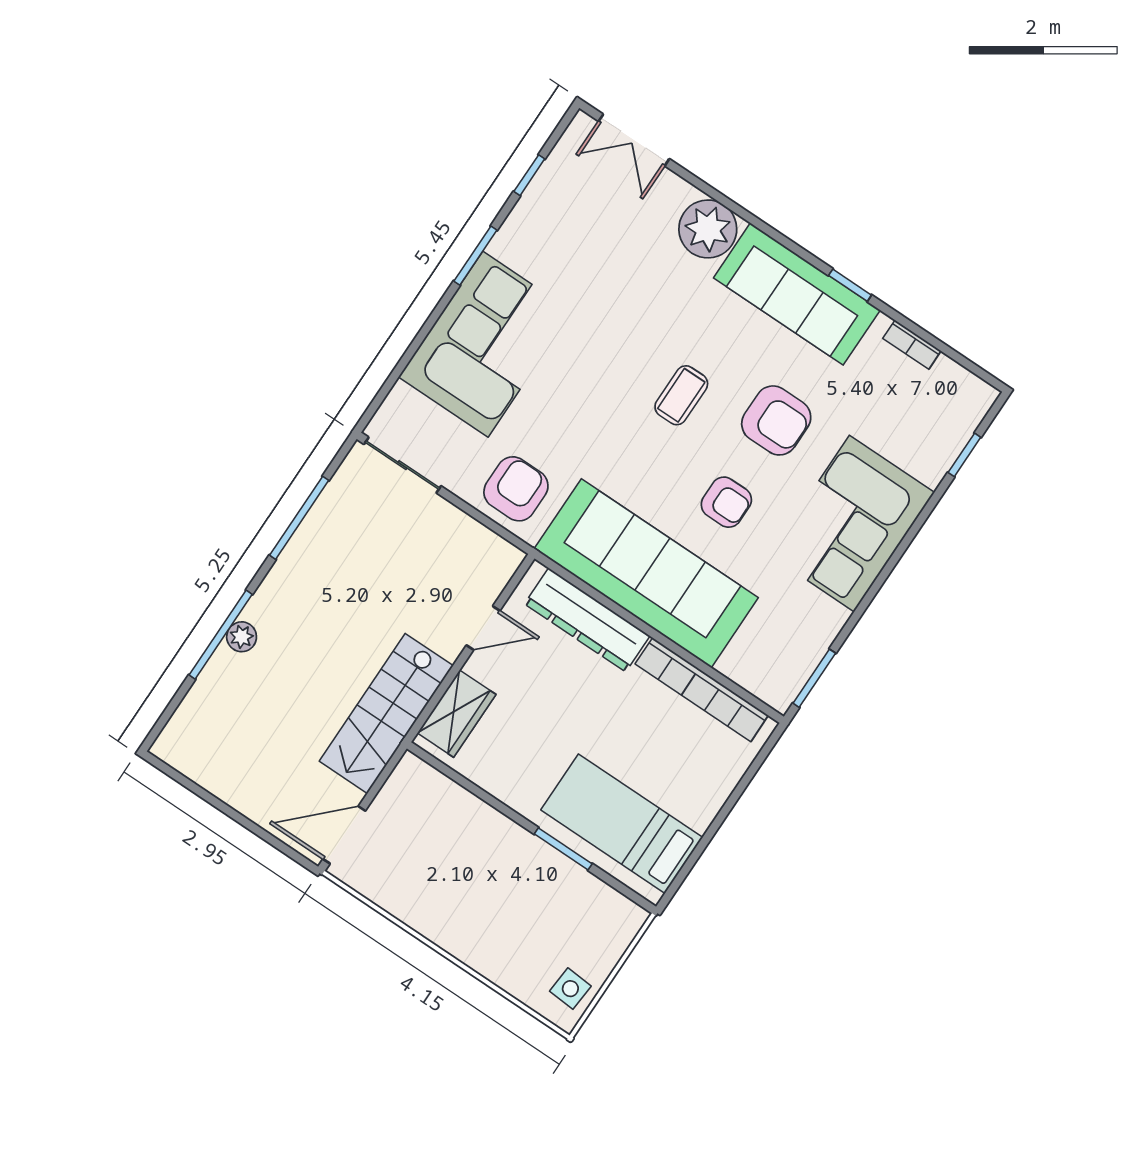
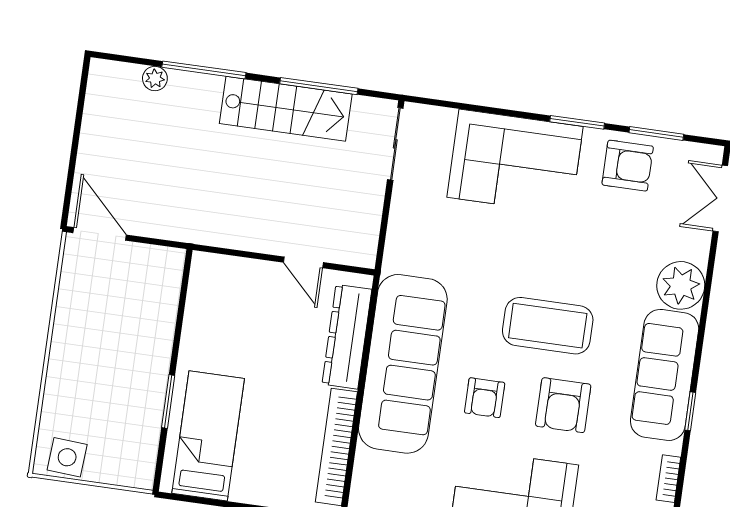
window: (529, 175) -> (656, 133), width x1.50
coffee table: (681, 395) -> (548, 326), width x1.86, depth x1.72
armchair: (516, 489) -> (628, 166), moved
plant: (242, 637) -> (155, 79), moved
stairs: (386, 713) -> (286, 109), moved, turned 180
wardrobe: (457, 714) -> (230, 274), removed
side table: (570, 989) -> (67, 457), width x1.37, depth x1.37

